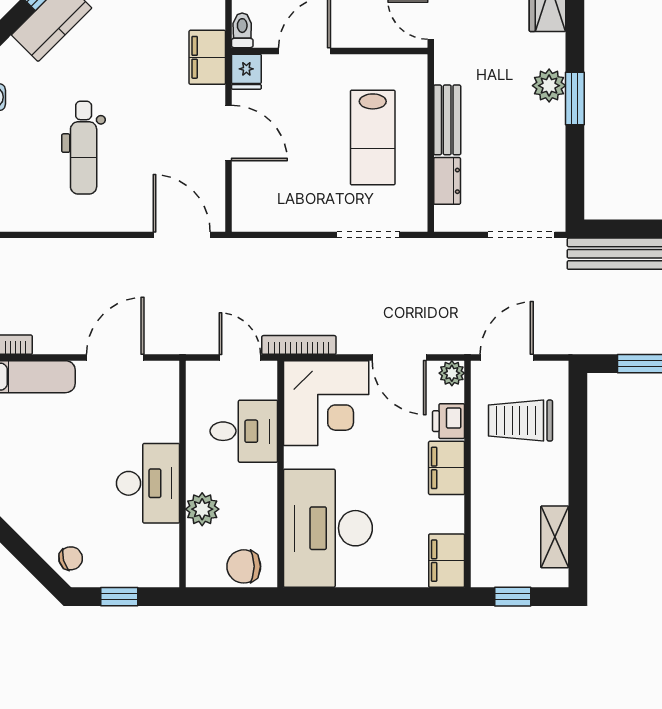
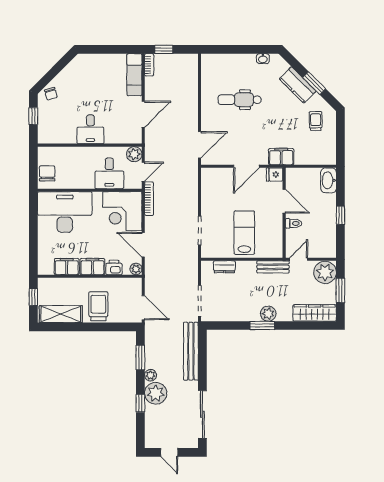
toilet: (242, 30) -> (294, 223), moved
bench: (447, 120) -> (273, 267), moved
lab bench: (373, 138) -> (244, 233), turned 90
door: (115, 357) -> (143, 114), hinge flipped
door: (399, 357) -> (143, 245), hinge flipped
door: (507, 357) -> (143, 308), moved
trolley: (521, 421) -> (98, 306), moved
desk: (148, 483) -> (90, 129), width x0.73
plant: (202, 509) -> (134, 154), moved
shelving: (555, 537) -> (61, 314), width x1.50, depth x1.33
filing cabinet: (447, 561) -> (67, 267), moved

